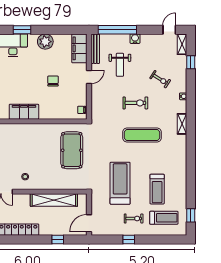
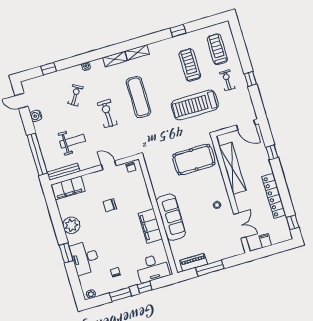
water cooler: (135, 39) -> (36, 116), moved
shelving: (182, 44) -> (137, 52), moved
door: (89, 77) -> (109, 165), moved
sofa: (26, 132) -> (171, 217), added
pool table: (72, 150) -> (194, 160), moved
treadmill: (157, 189) -> (190, 65), turned -90
window: (191, 215) -> (178, 31), moved

